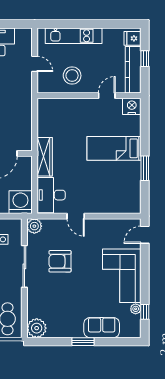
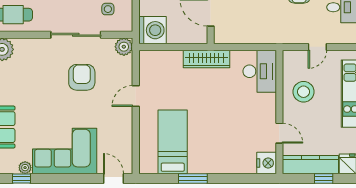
bed: (114, 148) -> (173, 142), moved
desk: (51, 195) -> (260, 71), moved, turned 90

